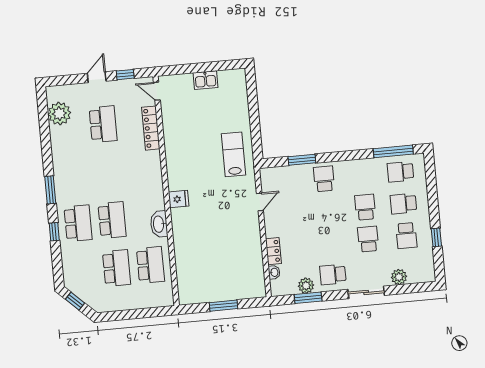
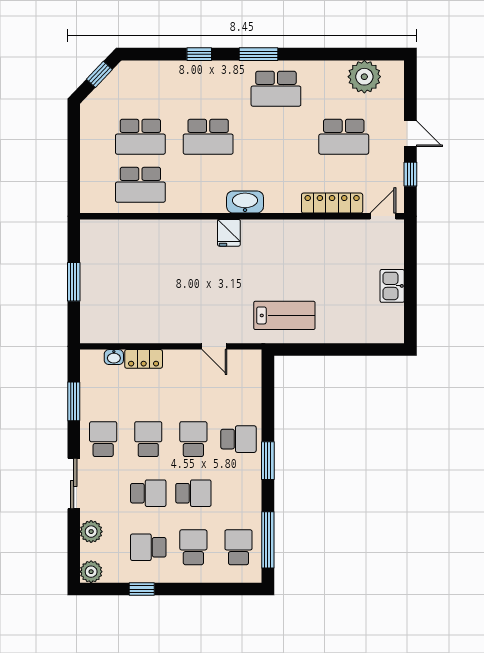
window: (302, 160) -> (268, 461), moved
school desk: (327, 211) -> (193, 439), added
school desk: (78, 223) -> (276, 89), moved
washbasin: (159, 224) -> (245, 202), moved
school desk: (330, 243) -> (148, 439), added
plant: (306, 286) -> (91, 572), moved

